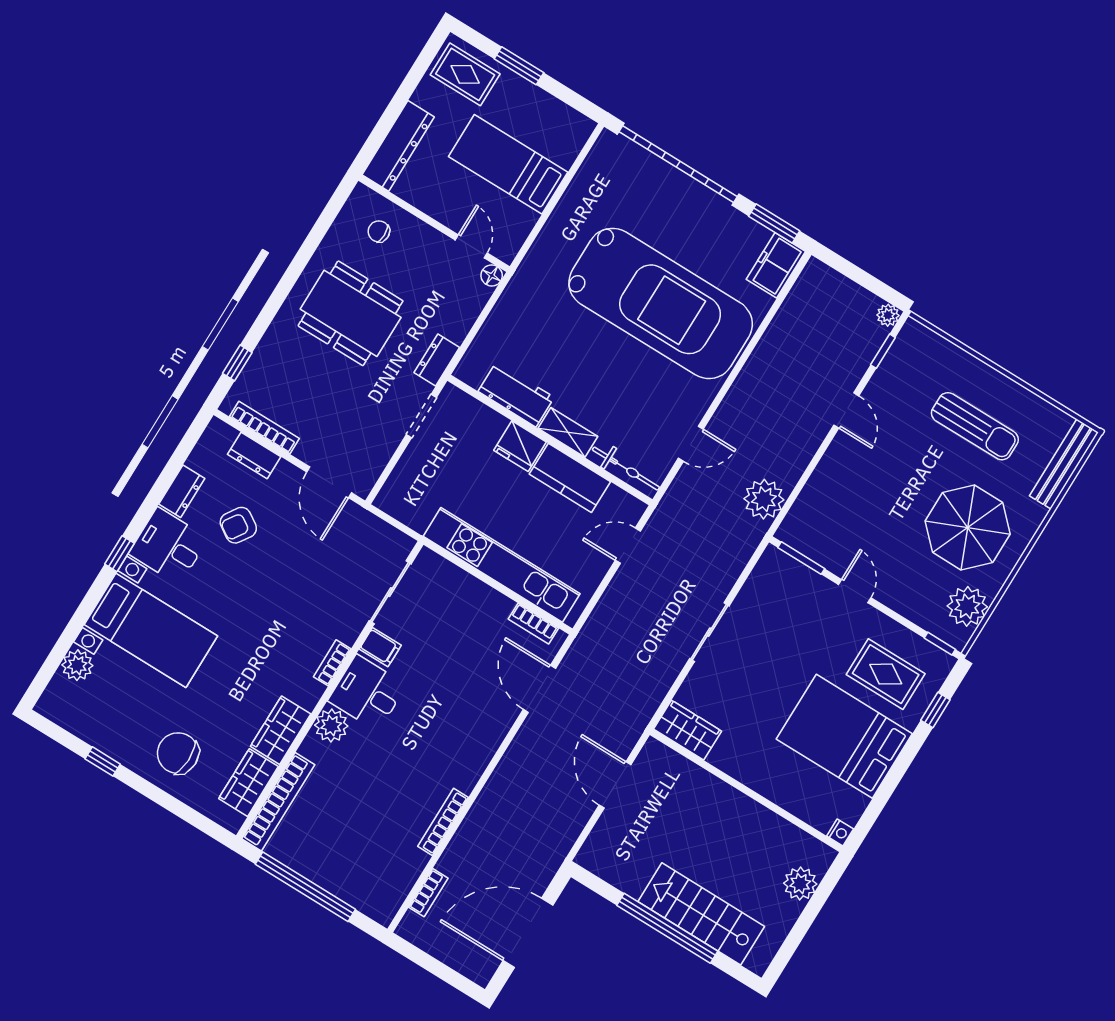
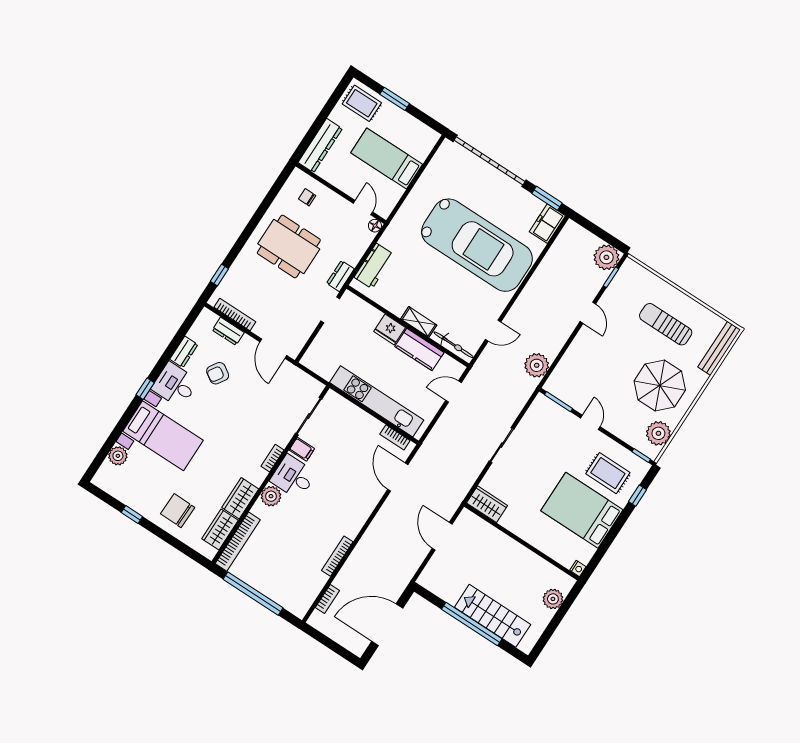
plant: (888, 315) -> (606, 257), width x1.88, depth x1.88
workbench: (516, 394) -> (374, 266), moved, turned 90
sun lounger: (975, 426) -> (666, 324), turned 180

